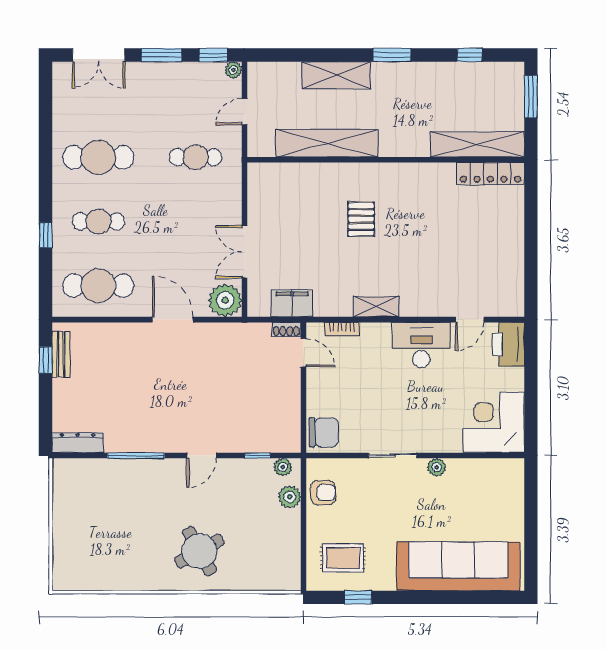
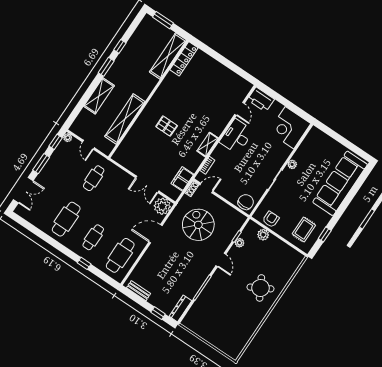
window: (470, 55) -> (120, 46), moved
window: (46, 360) -> (158, 313), moved
spiral stairs: (234, 380) -> (198, 225), added
plant: (283, 467) -> (239, 243), moved

